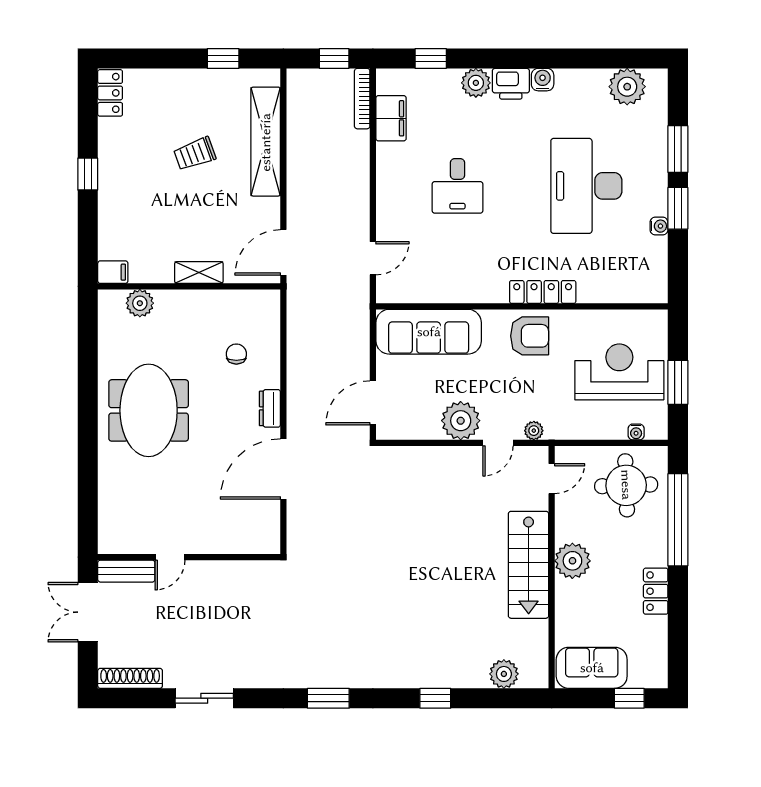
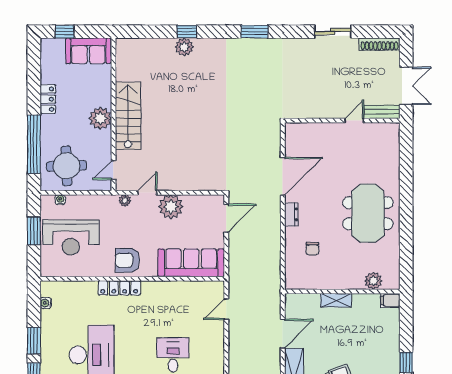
water cooler: (659, 226) -> (46, 303), moved
door: (283, 252) -> (283, 334), moved
plant: (504, 674) -> (184, 47), moved

